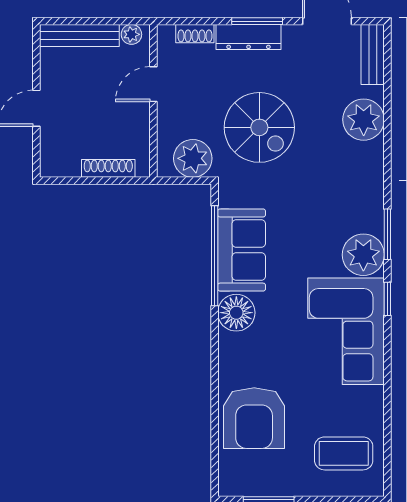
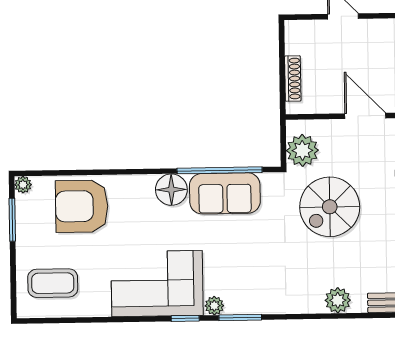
door: (153, 84) -> (365, 116), width x1.38
plant: (364, 120) -> (338, 300), width x0.73, depth x0.73
plant: (363, 255) -> (214, 306), width x0.53, depth x0.53
coffee table: (344, 453) -> (53, 283), turned 90
plant: (228, 486) -> (23, 185), added

